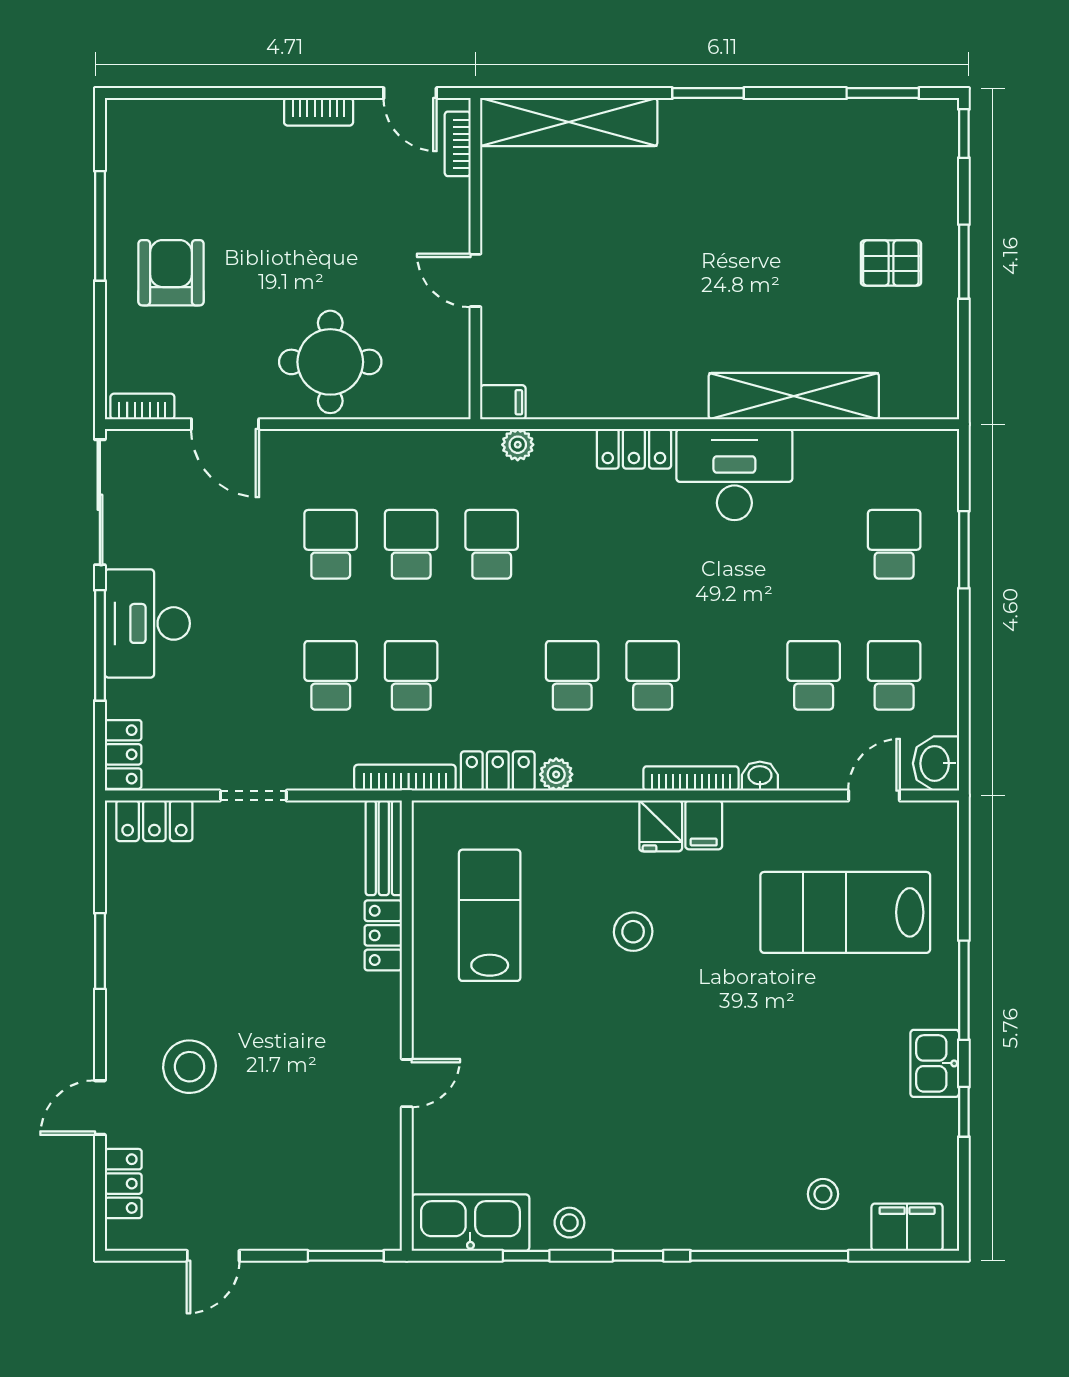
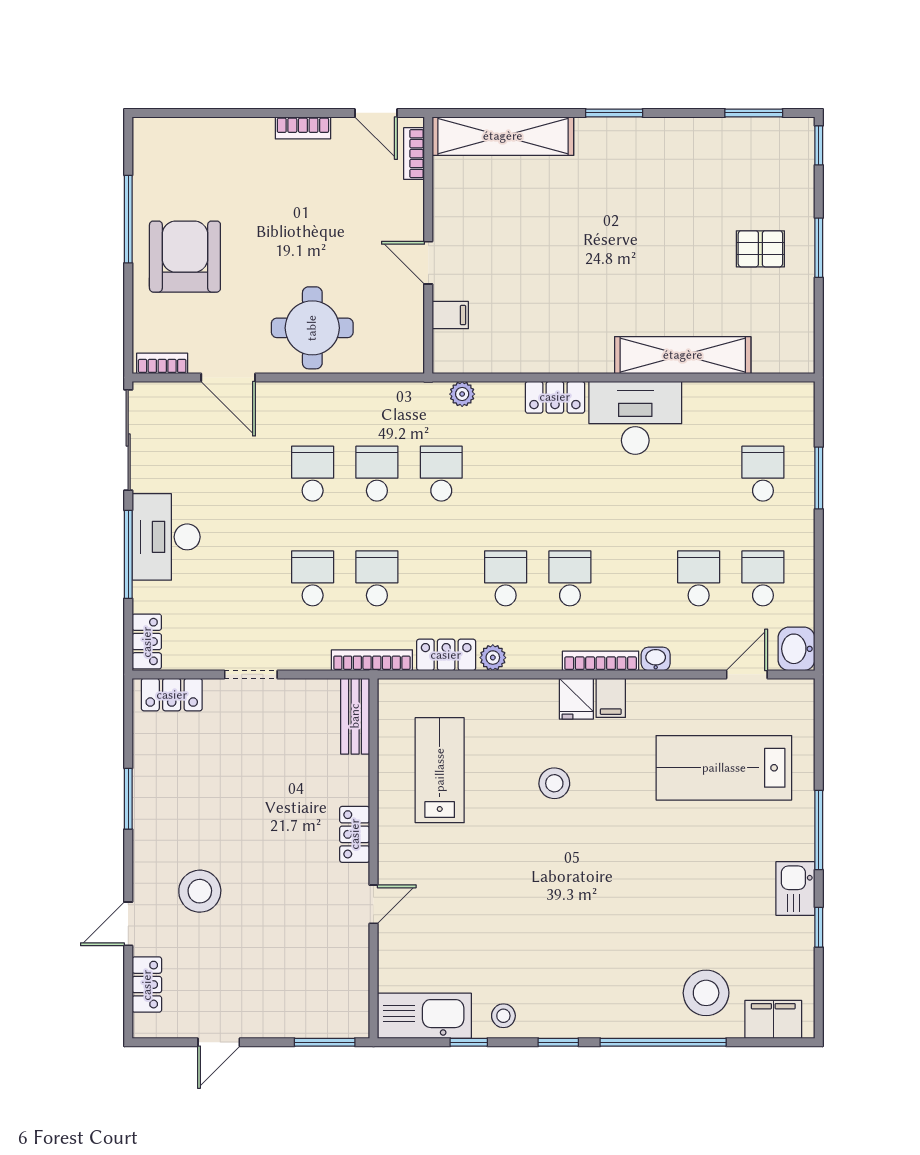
armchair: (171, 273) -> (185, 257), width x1.36, depth x1.36
filing cabinet: (503, 402) -> (450, 315), moved
locker: (383, 935) -> (355, 834), moved
stool: (823, 1194) -> (706, 993), width x1.89, depth x1.89

